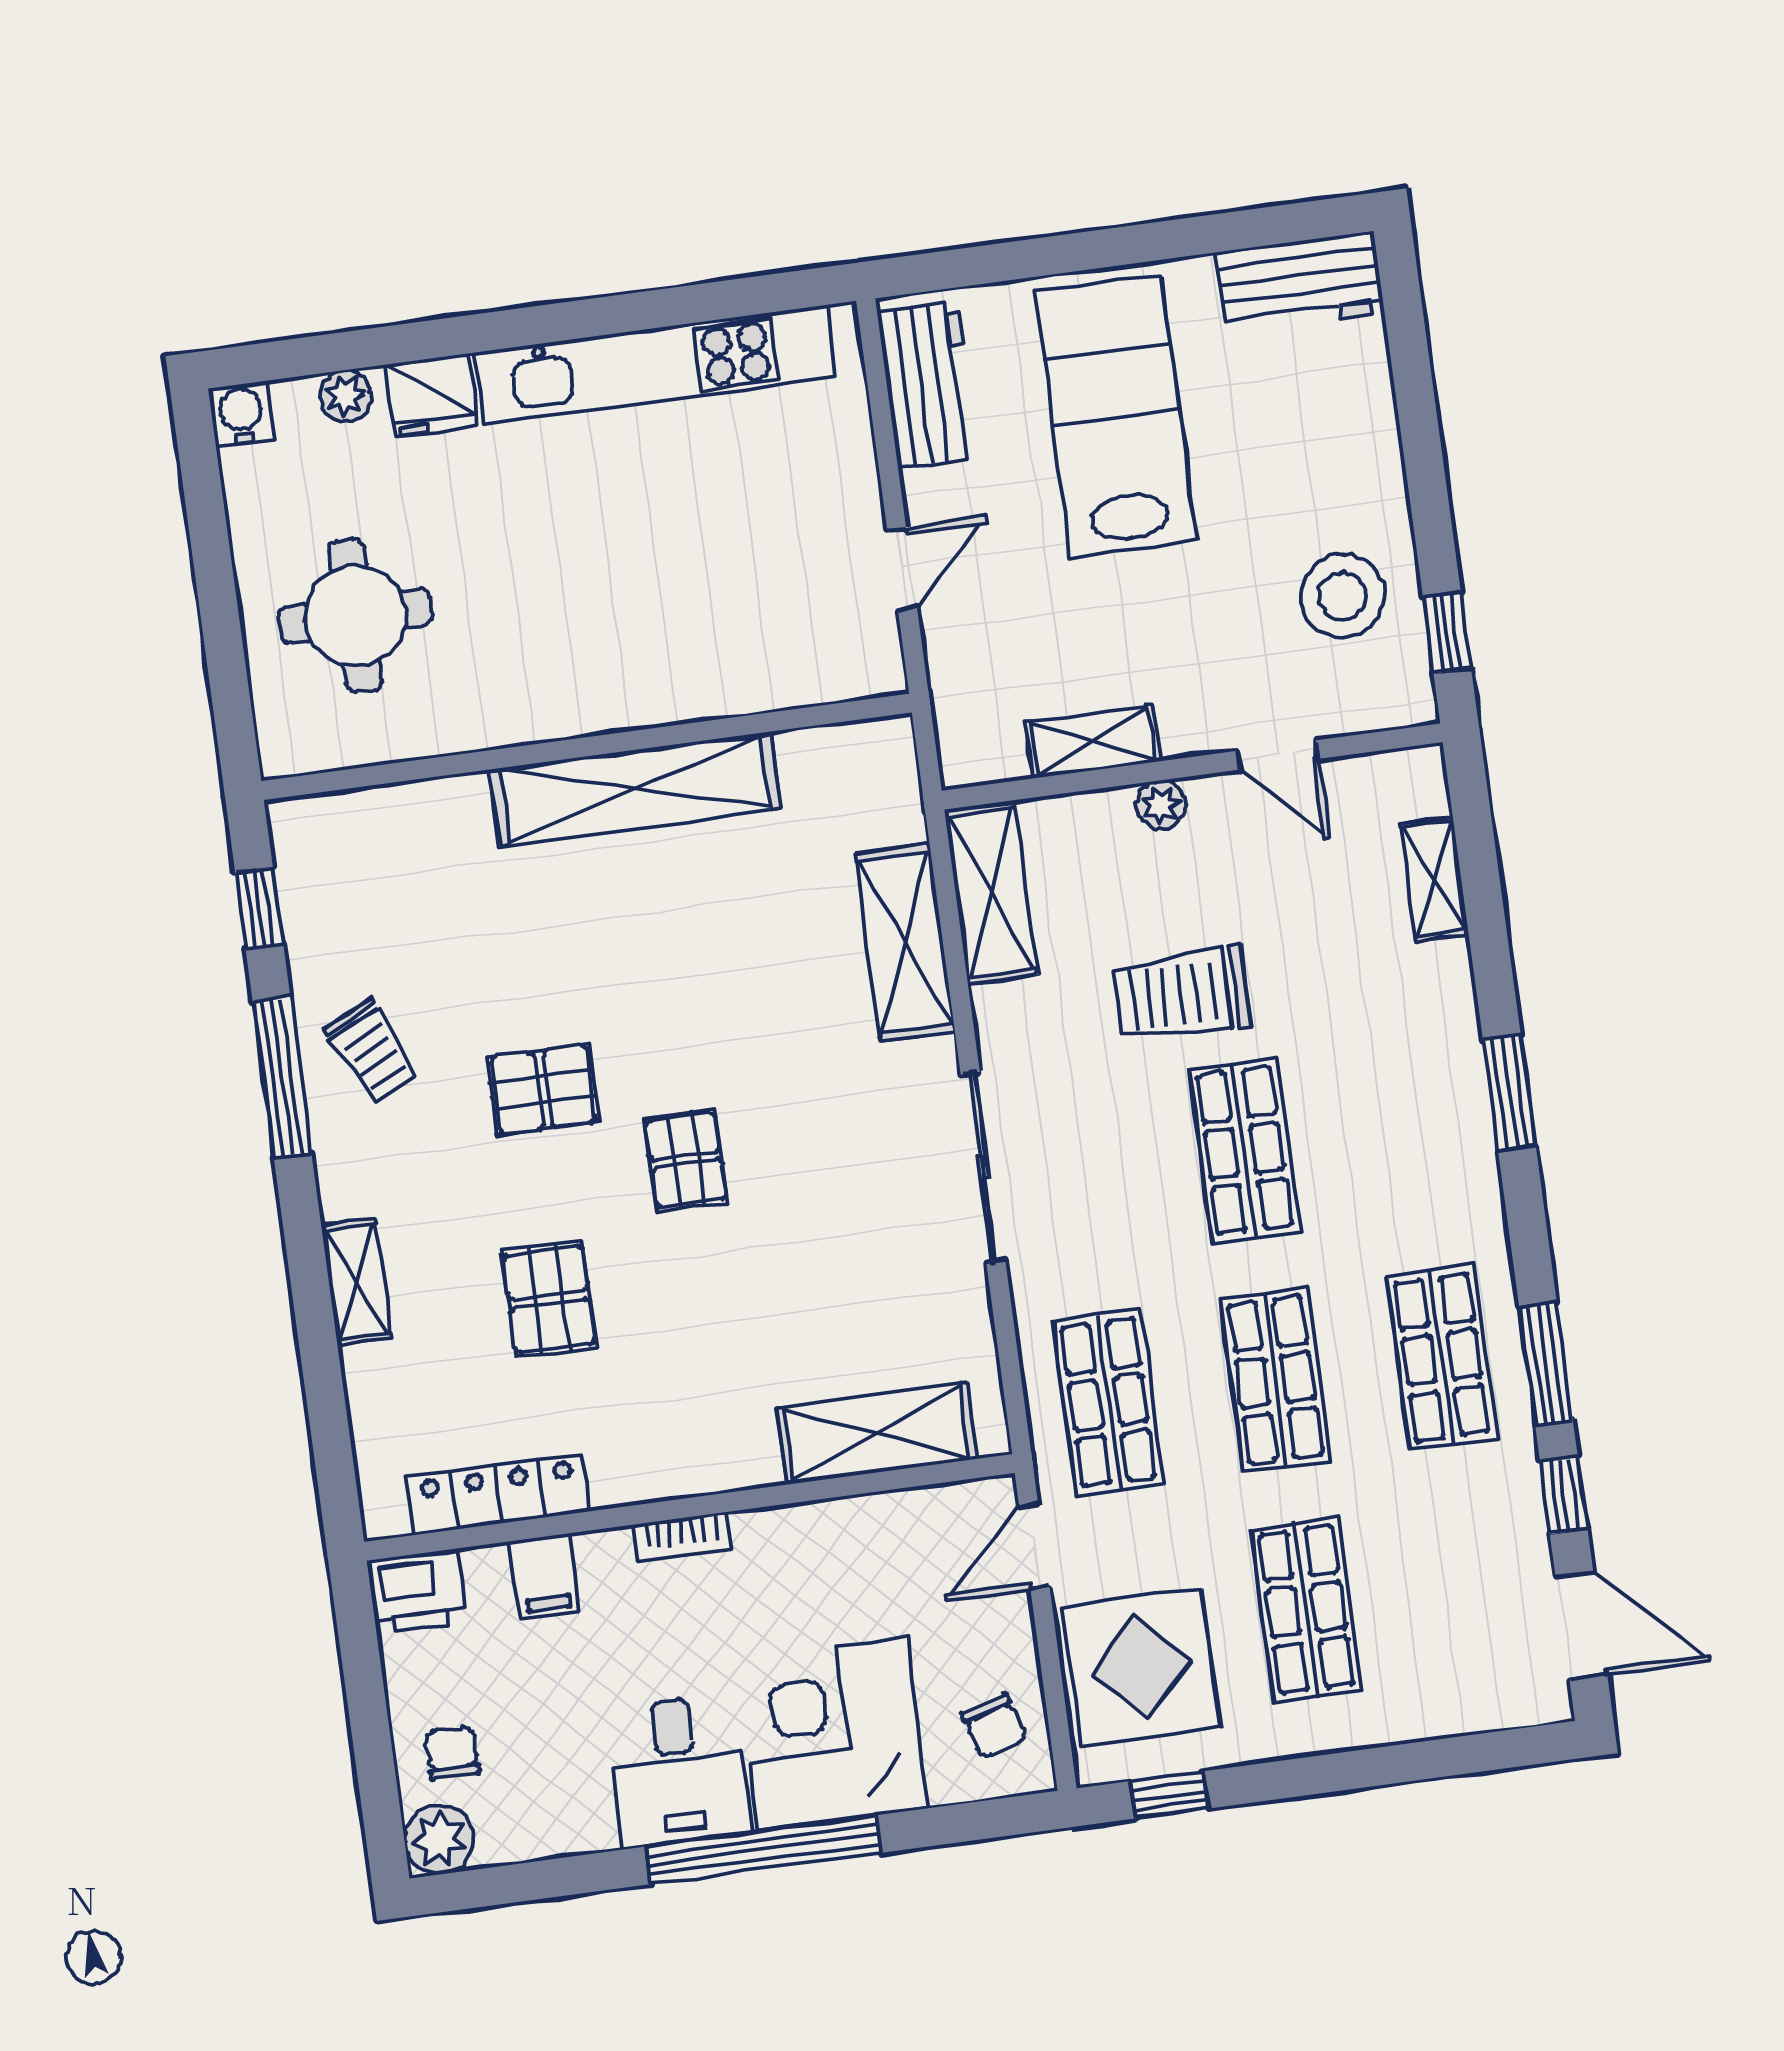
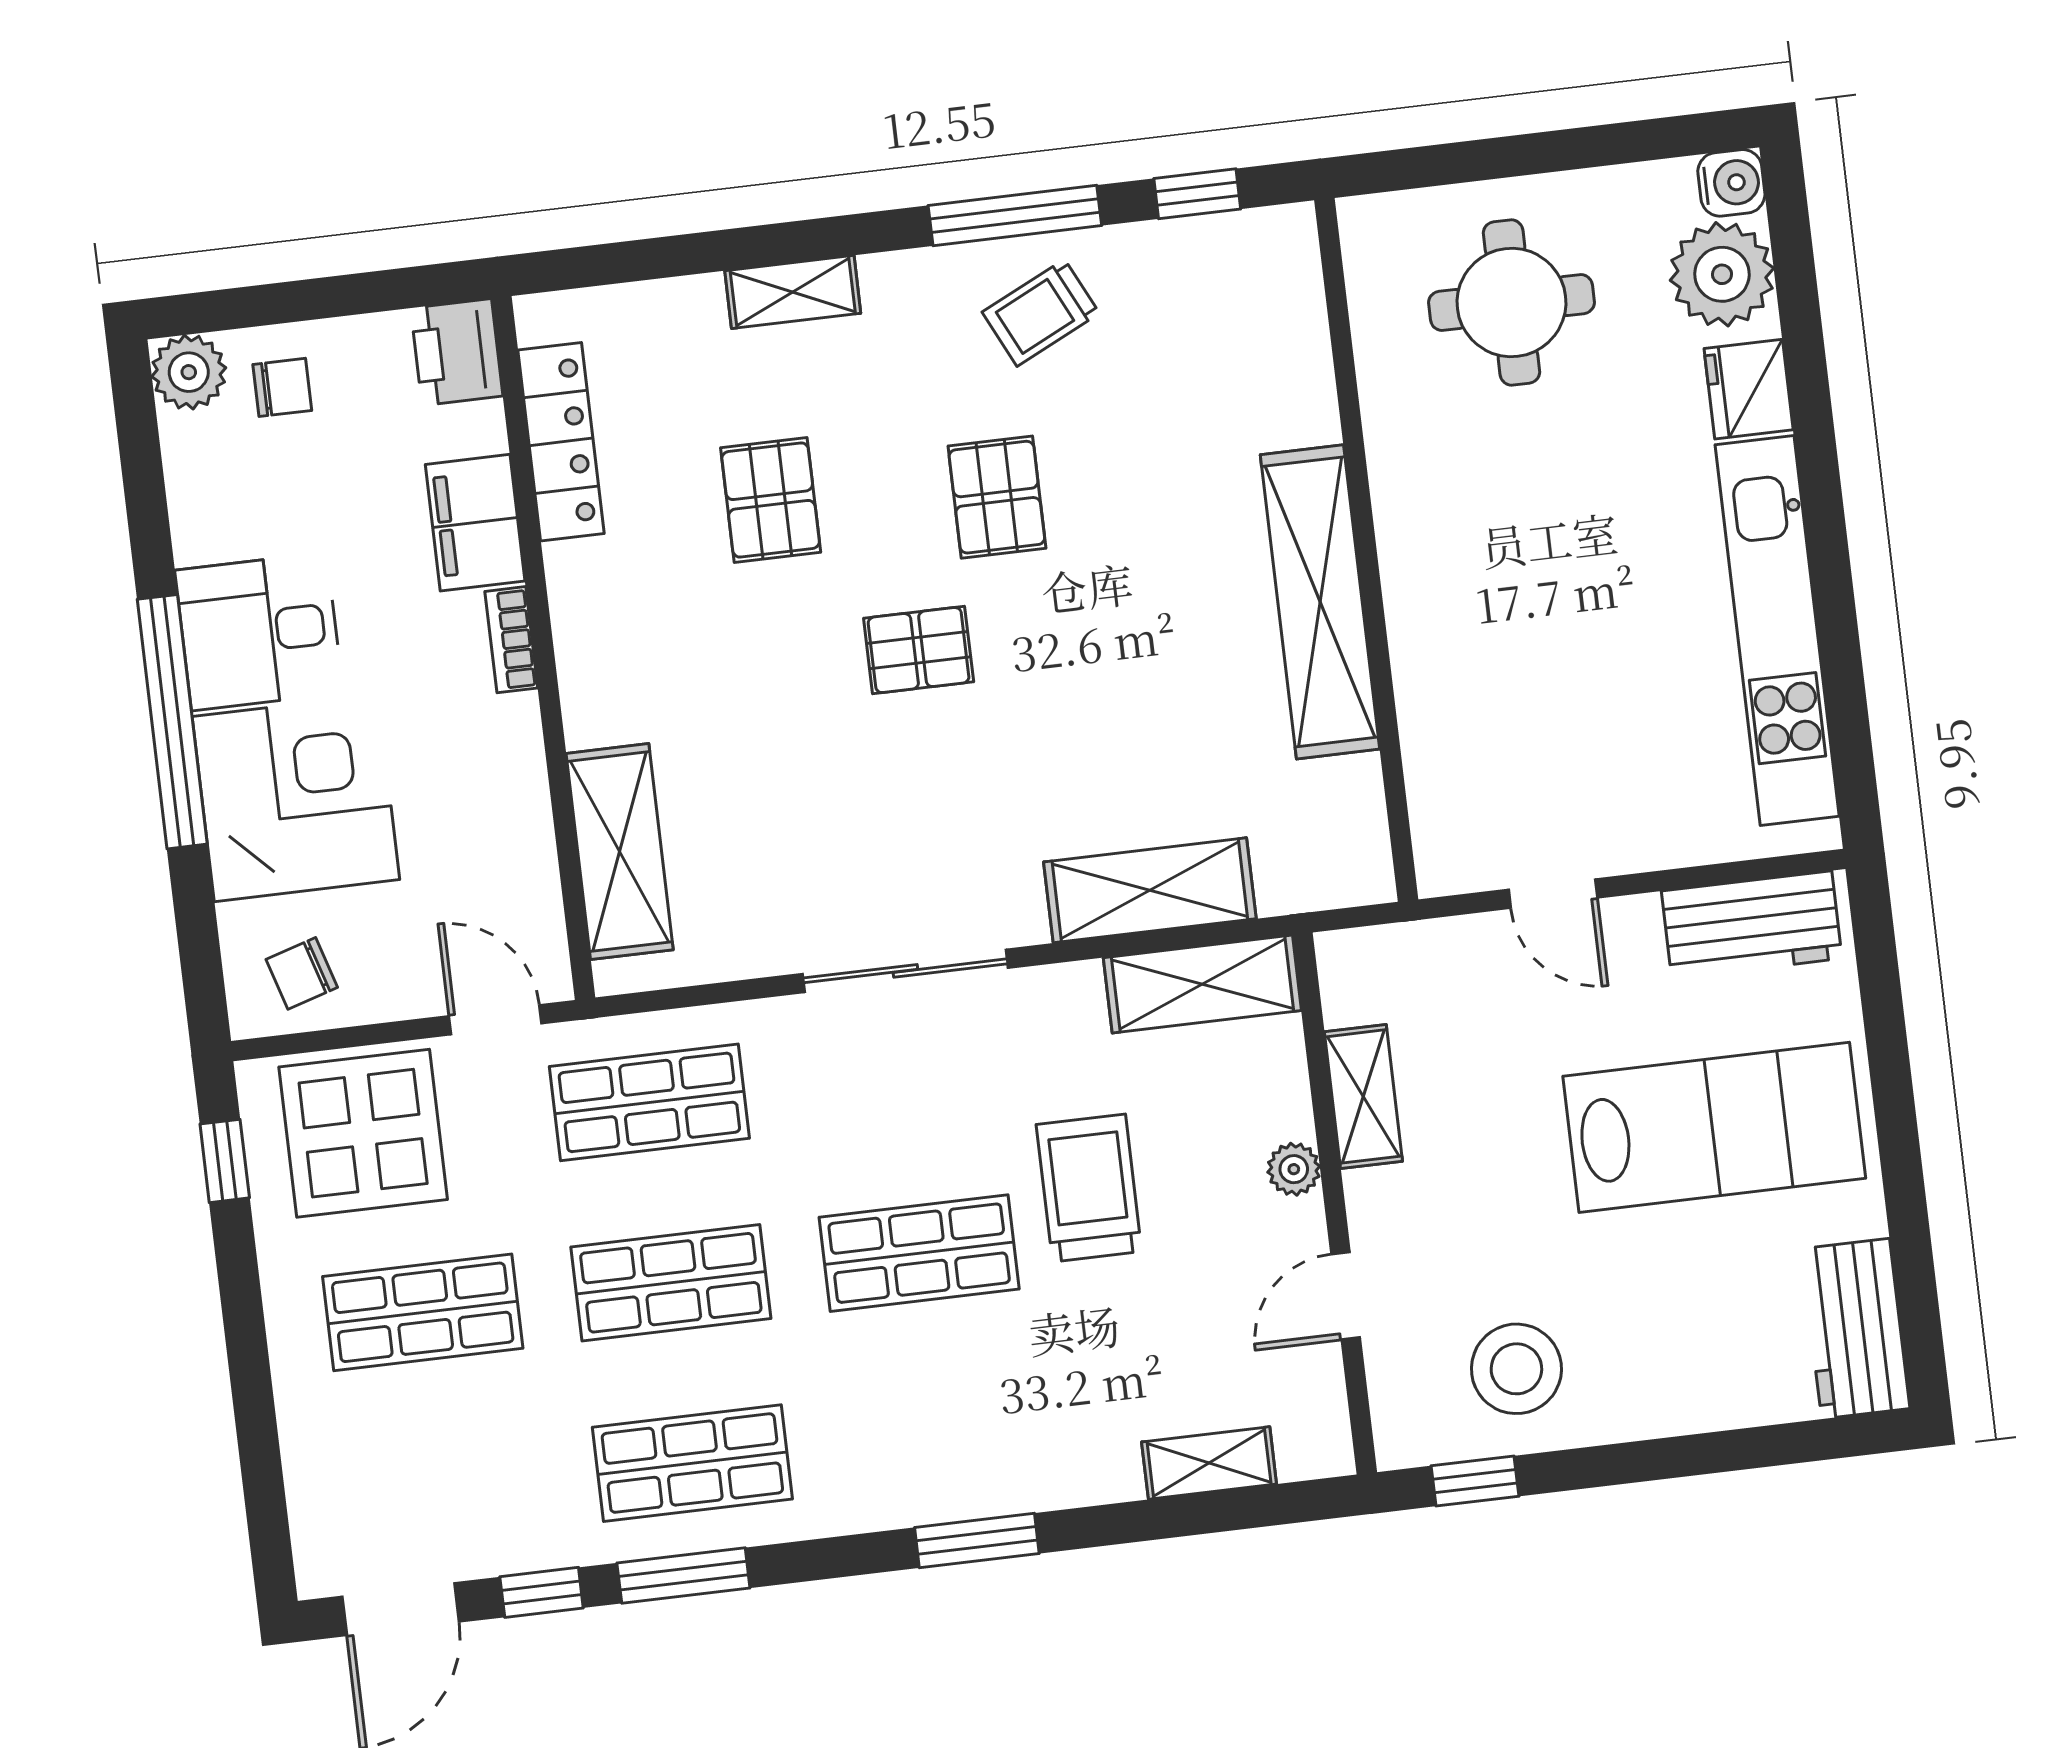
plant: (345, 396) -> (1722, 274), width x1.88, depth x1.88
pallet: (549, 1299) -> (771, 500), turned 90
filing cabinet: (545, 1576) -> (475, 523), width x2.00

